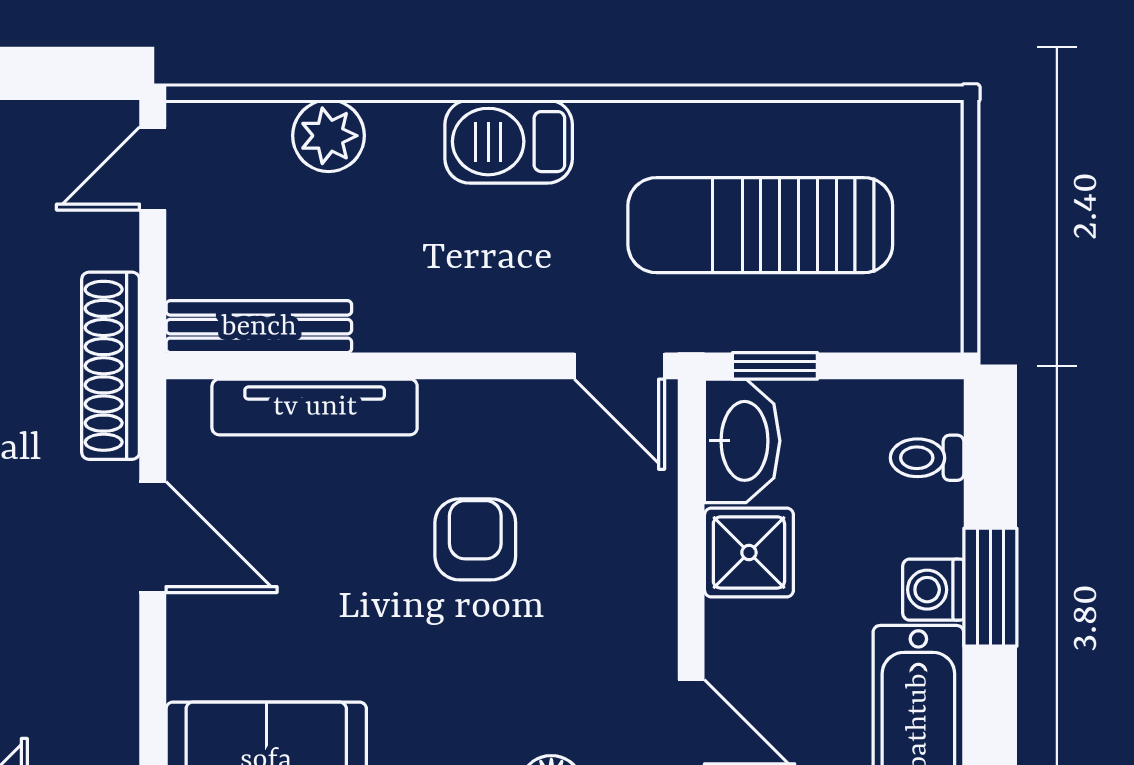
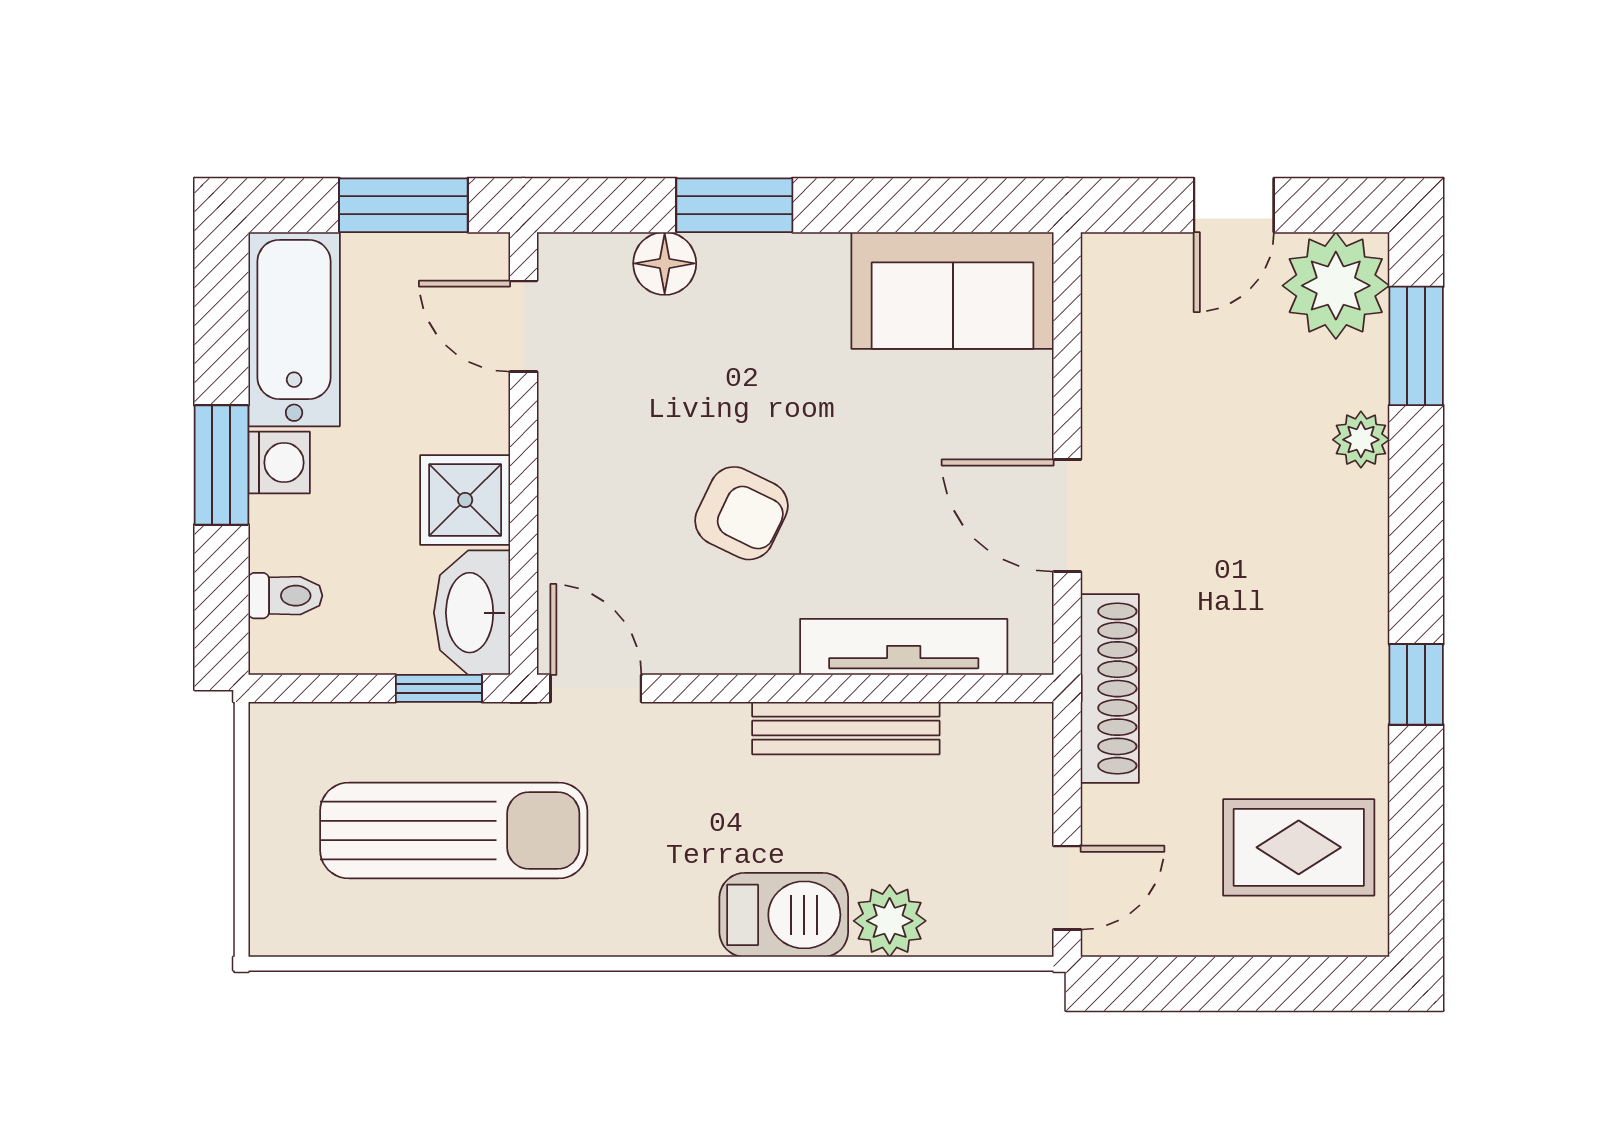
barbecue: (509, 142) -> (784, 915), moved
bench: (259, 327) -> (846, 728), moved
armchair: (475, 539) -> (741, 513), turned -64

